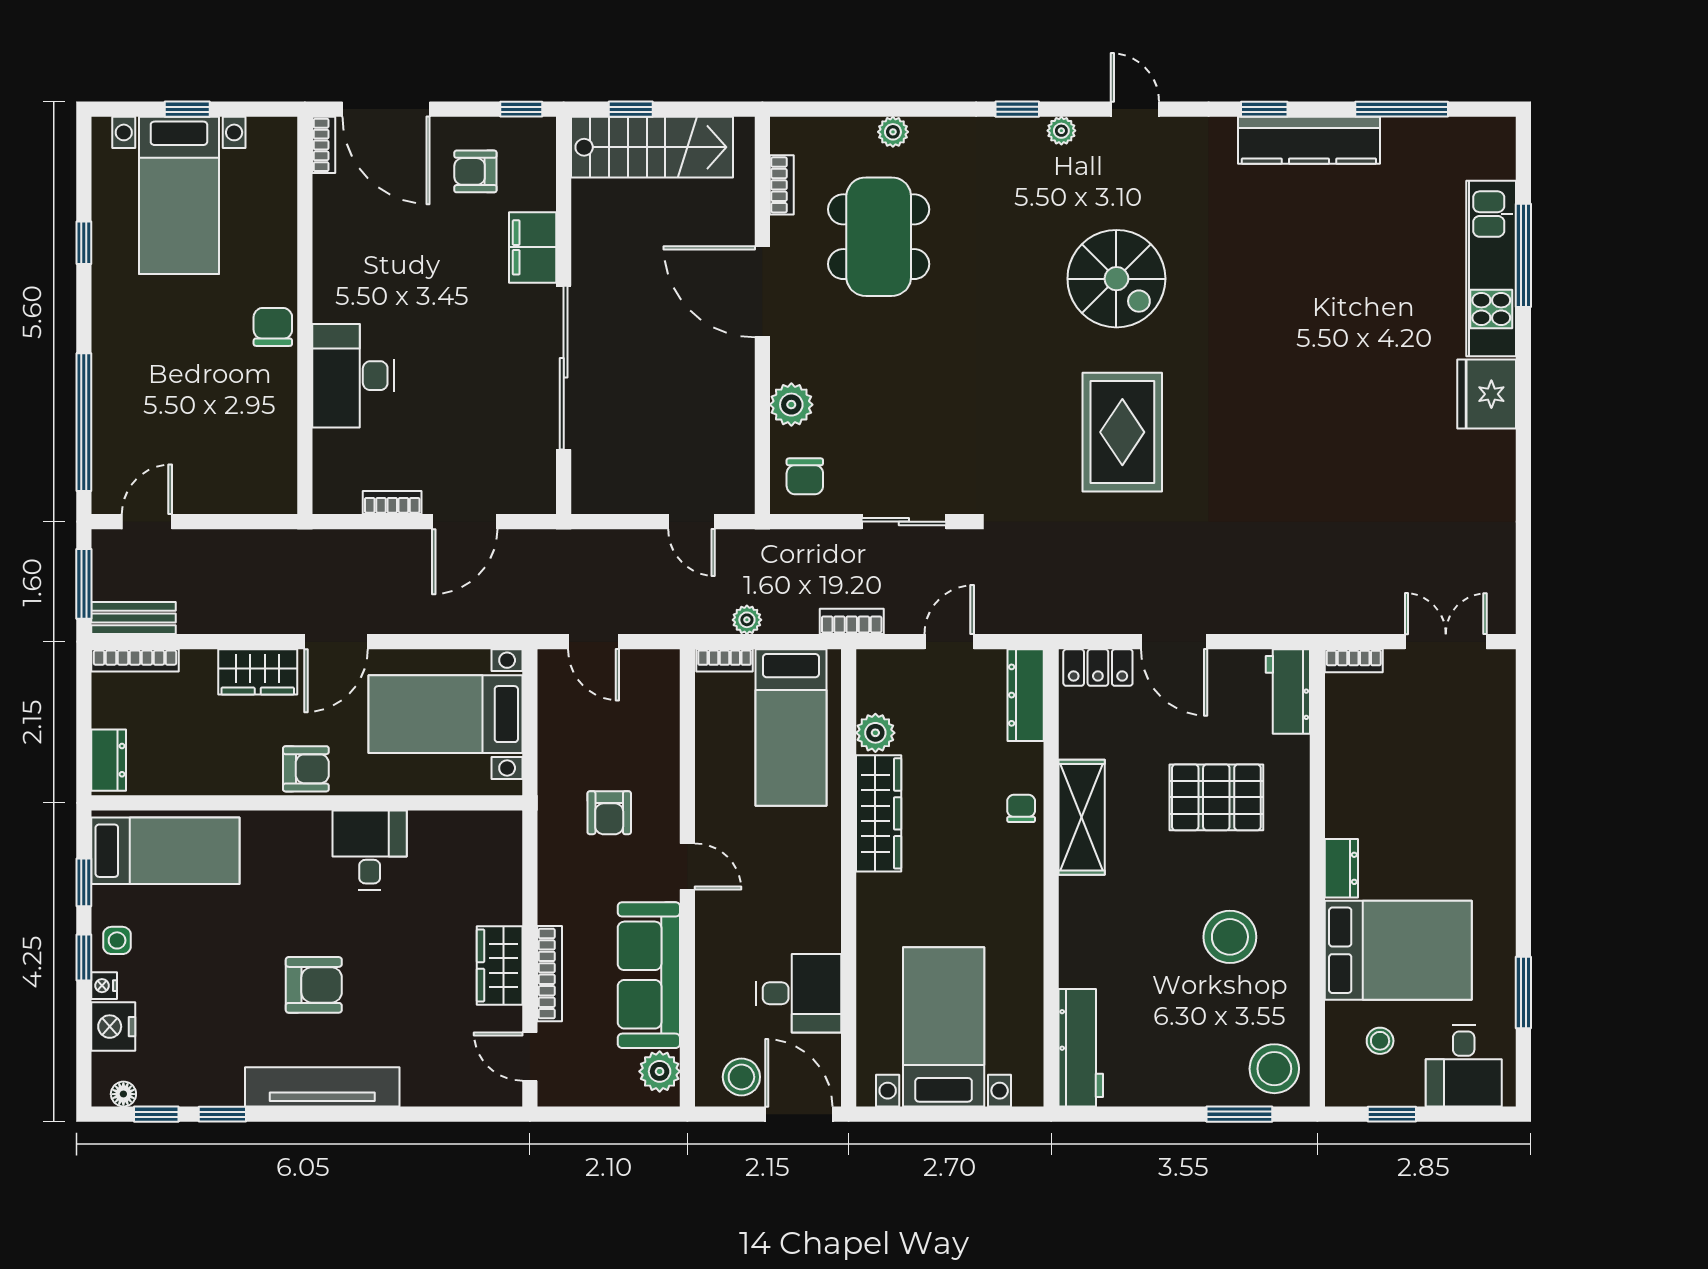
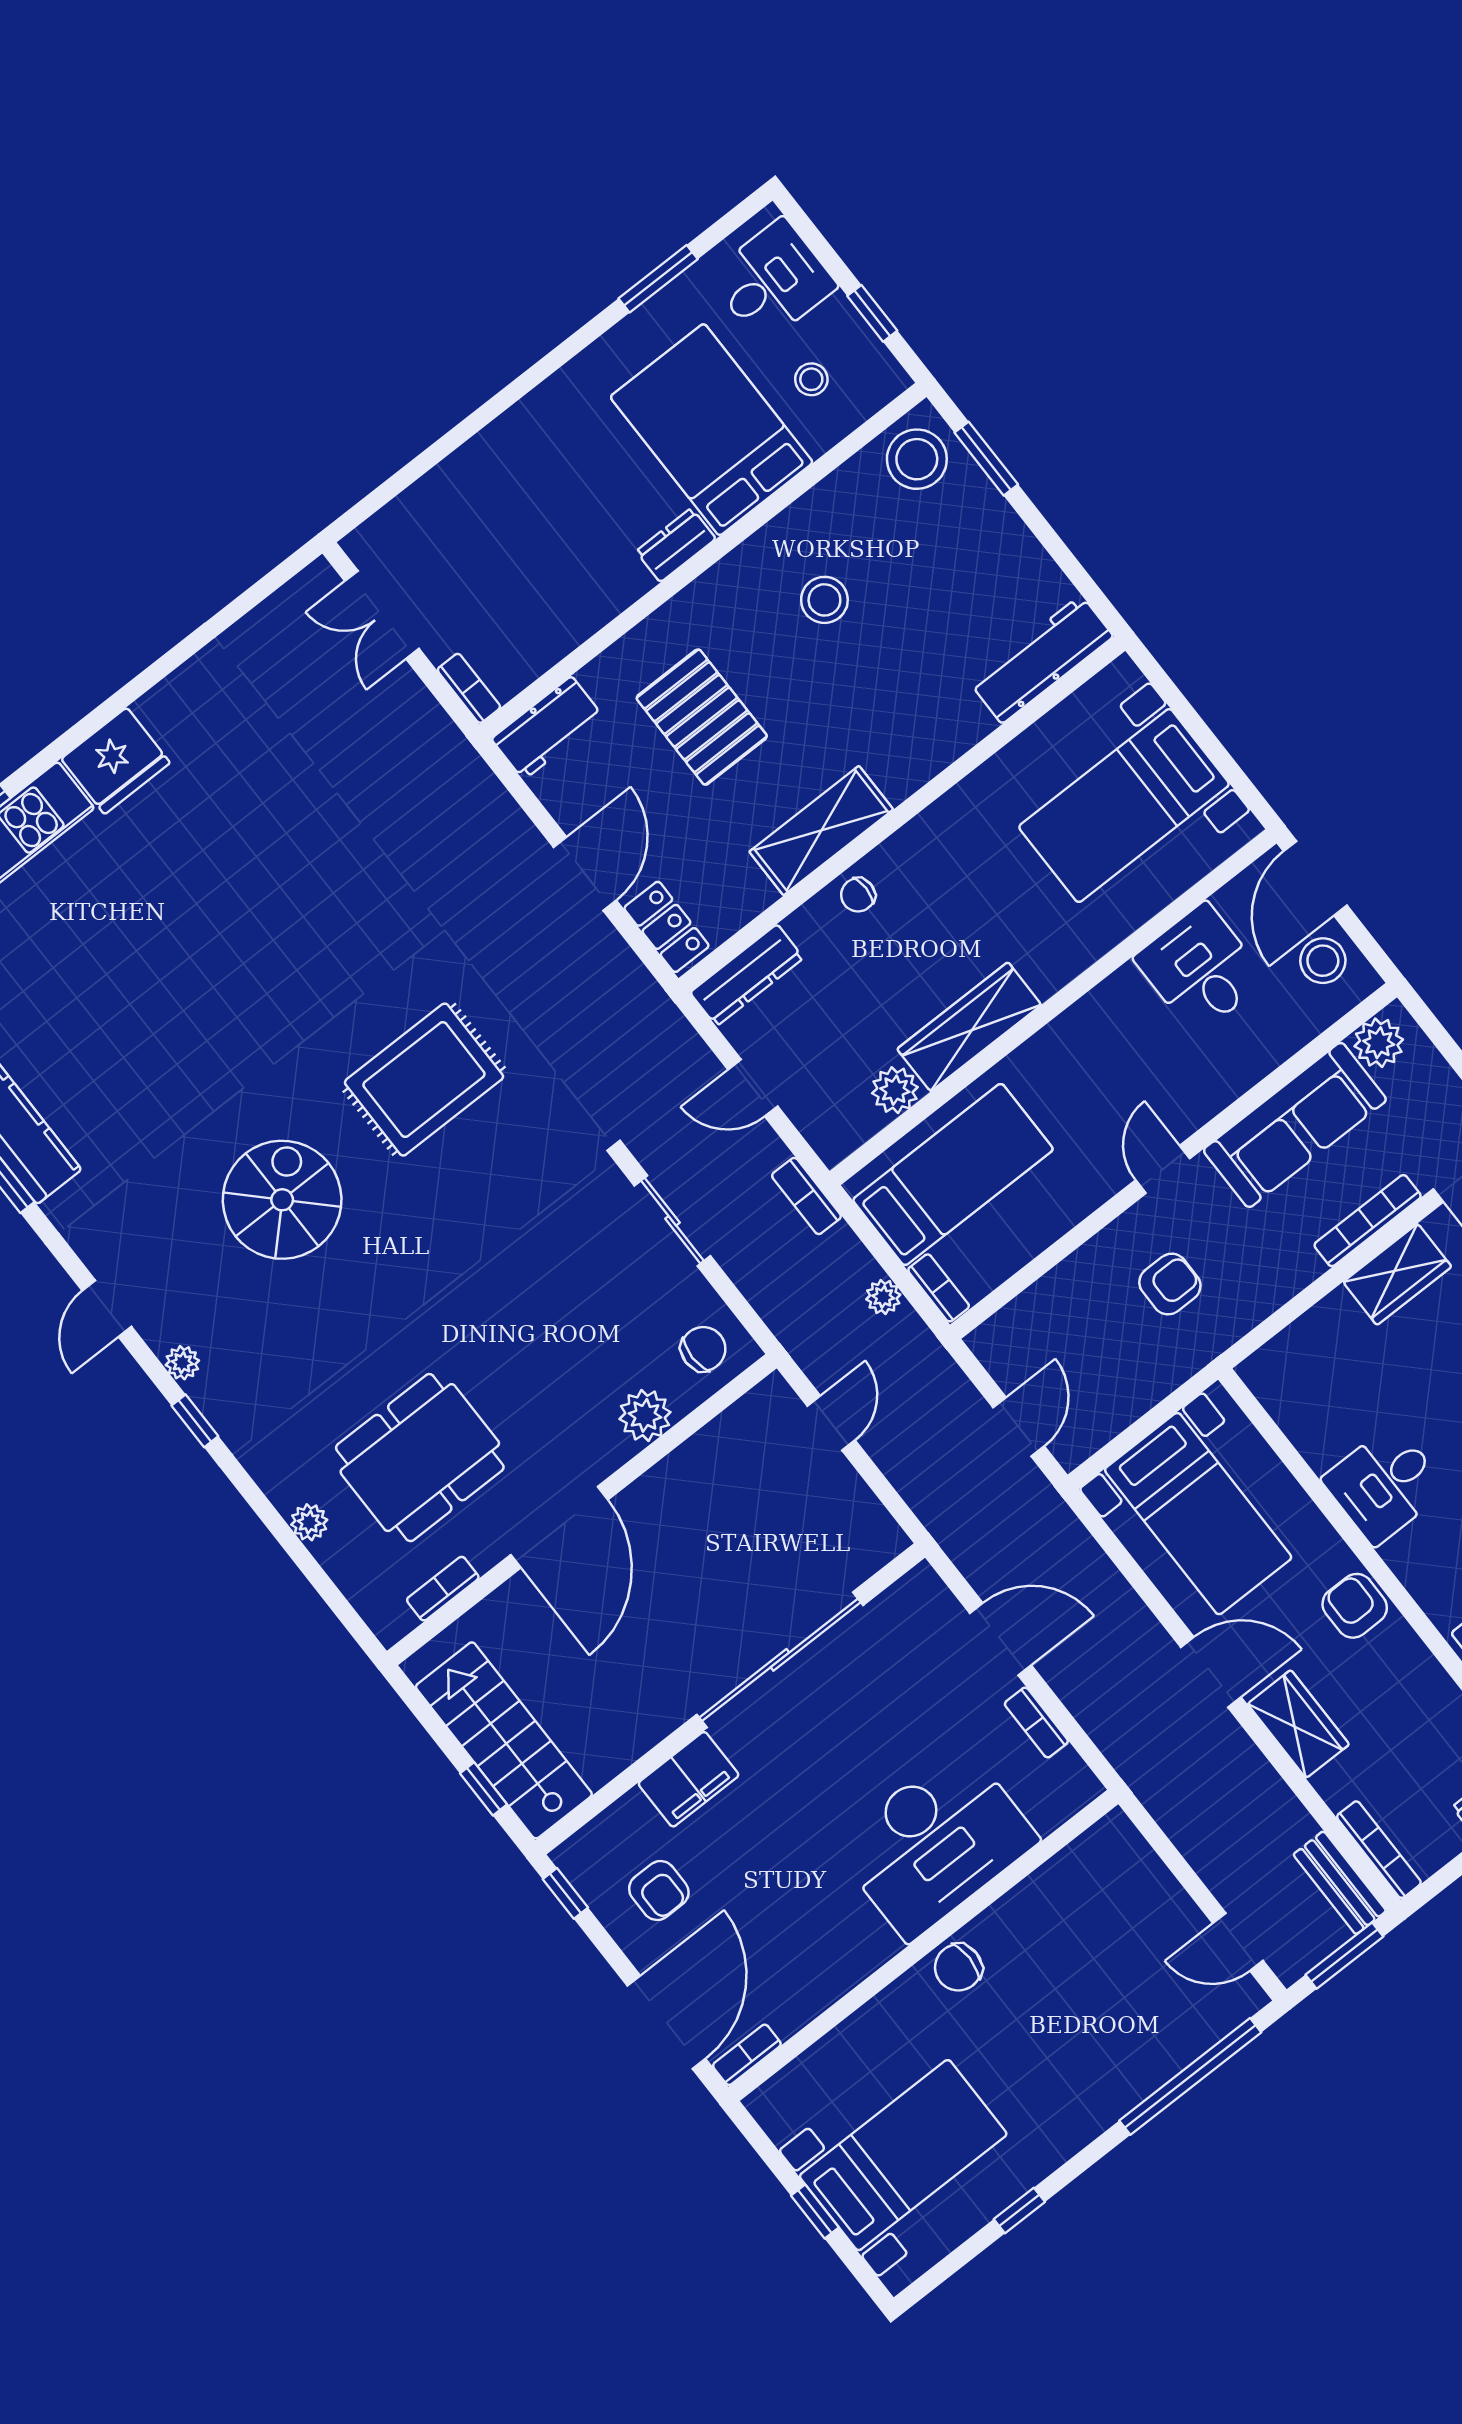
desk: (353, 376) -> (936, 1843), width x1.36, depth x1.30
stool: (1230, 937) -> (824, 600), width x0.73, depth x0.73

